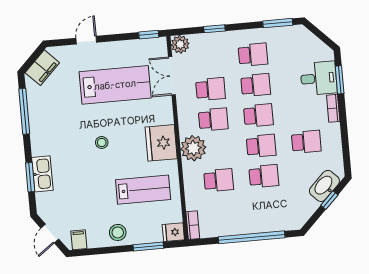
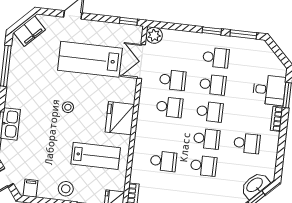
window: (214, 29) -> (212, 31), moved
lab bench: (115, 85) -> (90, 59), turned 180
plant: (193, 148) -> (147, 129), removed

